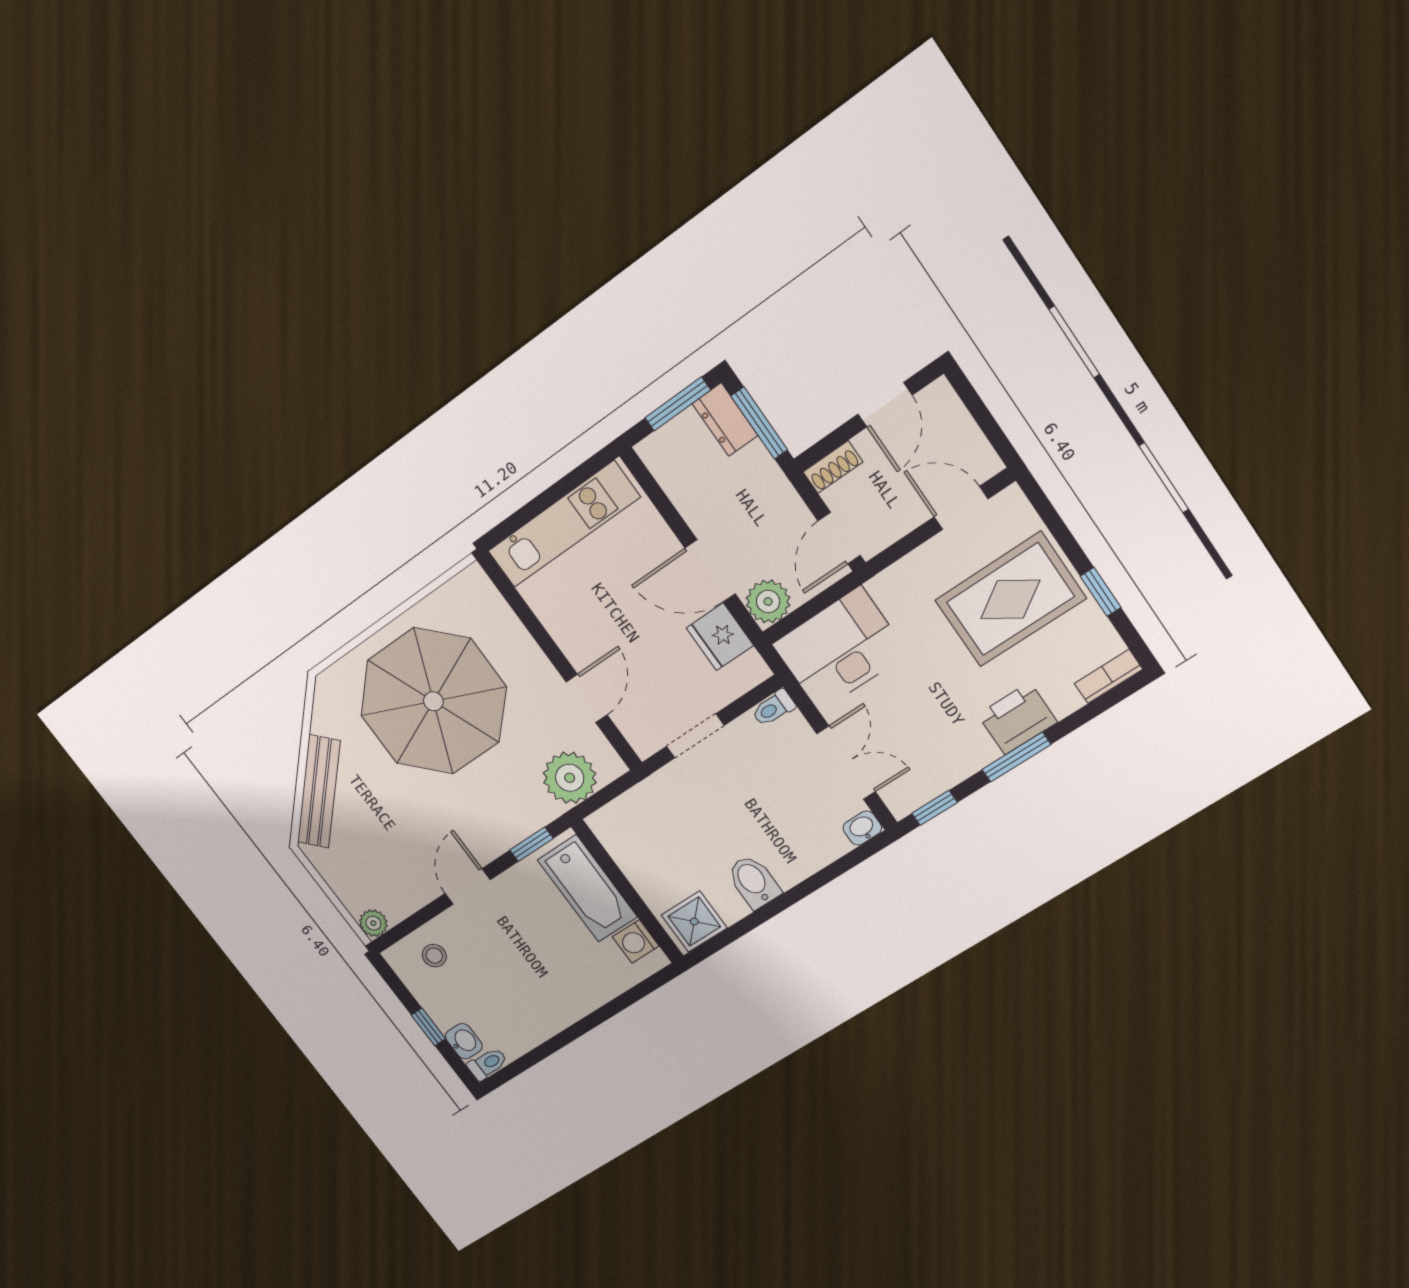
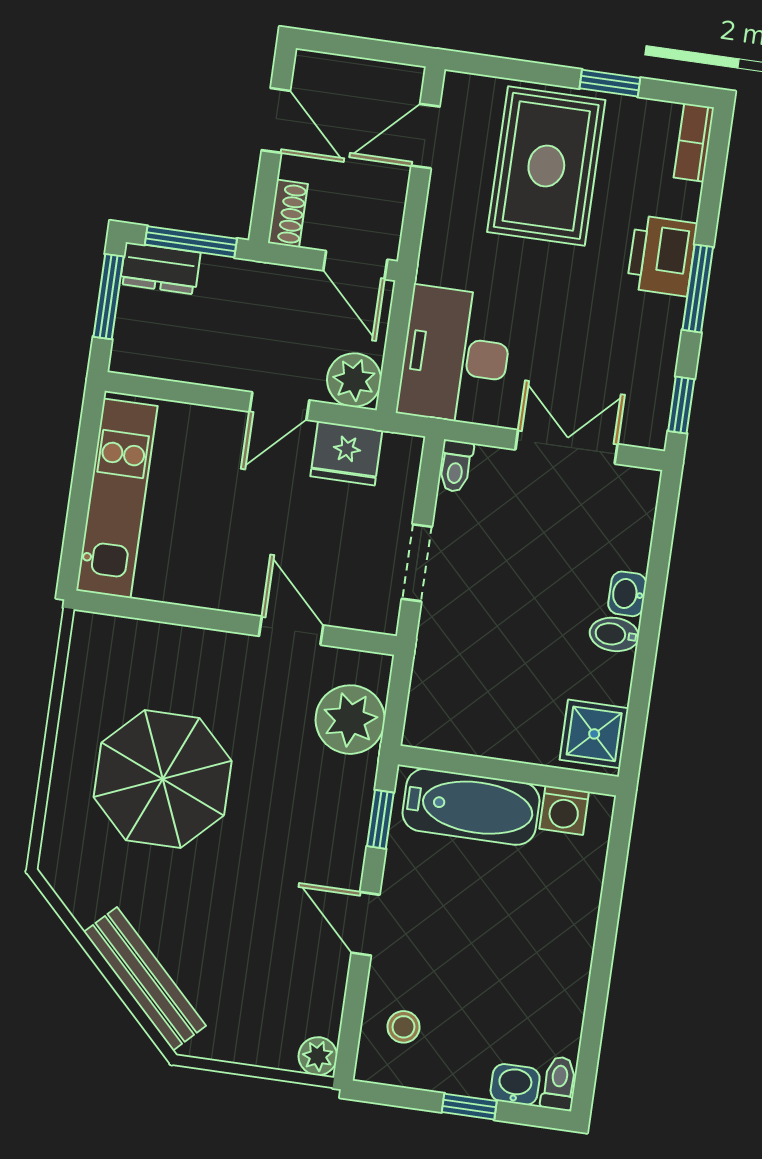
door: (710, 571) -> (279, 406), width x0.73
parasol: (433, 701) -> (163, 779), width x0.73, depth x0.73
washbasin: (862, 828) -> (627, 594), moved
bidet: (754, 882) -> (614, 634), width x0.72, depth x0.74

